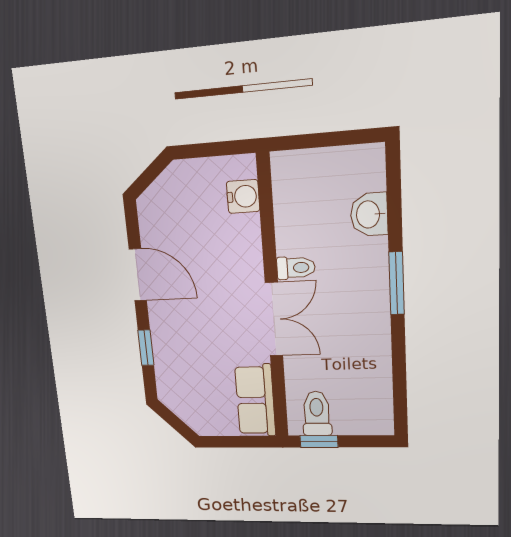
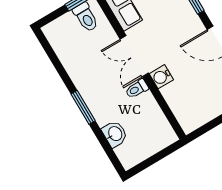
water cooler: (243, 196) -> (161, 77), moved

